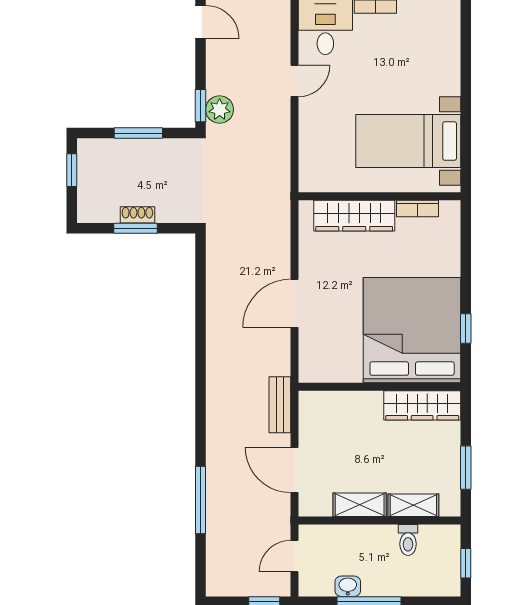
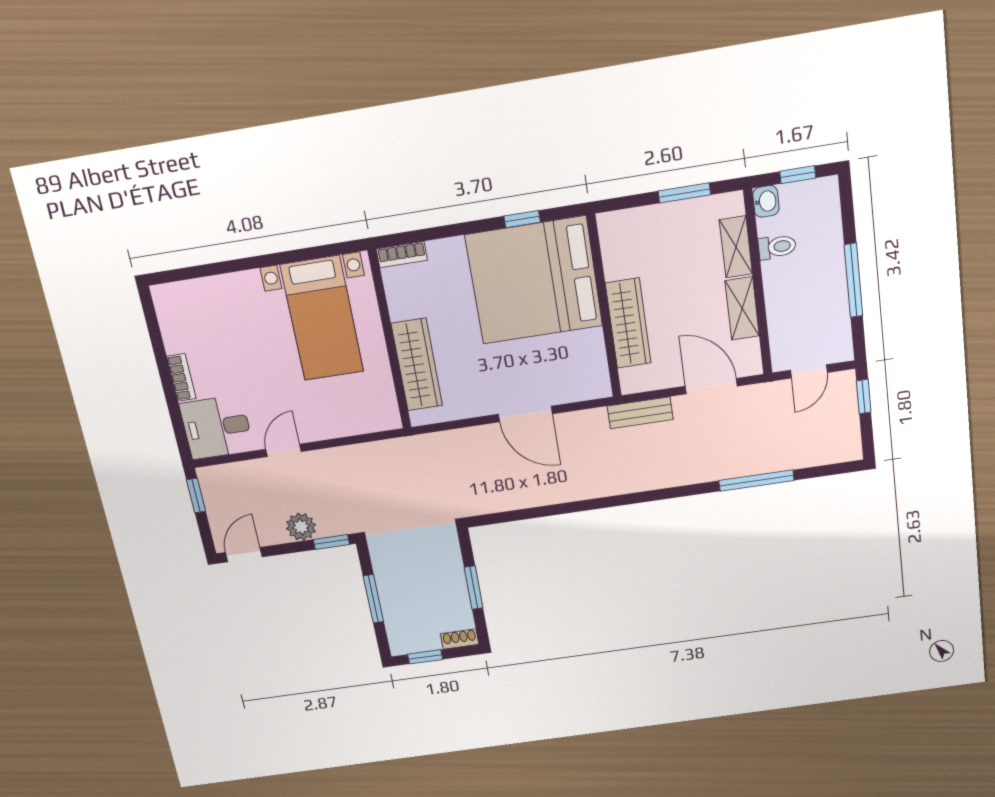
door: (295, 81) -> (283, 450), hinge flipped
plant: (220, 109) -> (301, 527), moved
bookcase: (418, 208) -> (402, 255), moved, turned 90
shoe rack: (137, 215) -> (460, 639), moved, turned 90
wardrobe: (422, 405) -> (628, 323), moved
door: (295, 470) -> (711, 386), swing flipped
door: (295, 556) -> (809, 371), hinge flipped
washbasin: (348, 586) -> (766, 201), moved, turned 180

